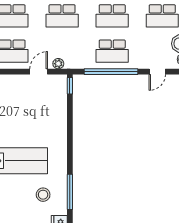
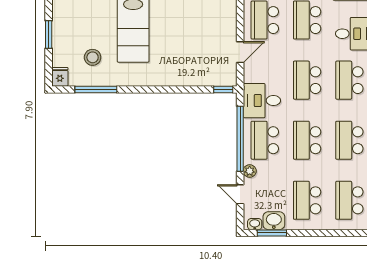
desk: (79, 54) -> (262, 101), added
plant: (58, 64) -> (250, 171), moved
door: (39, 72) -> (240, 52), hinge flipped

